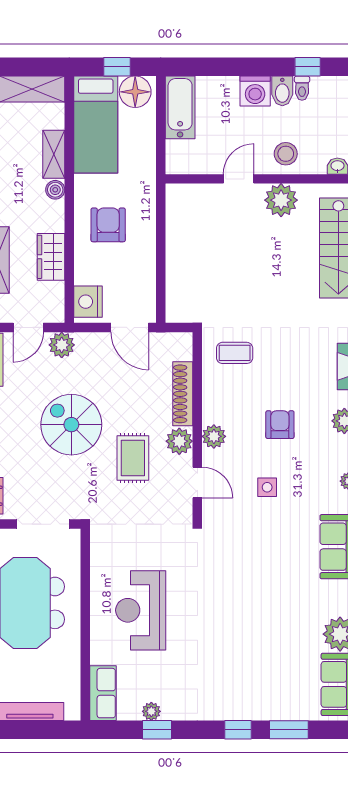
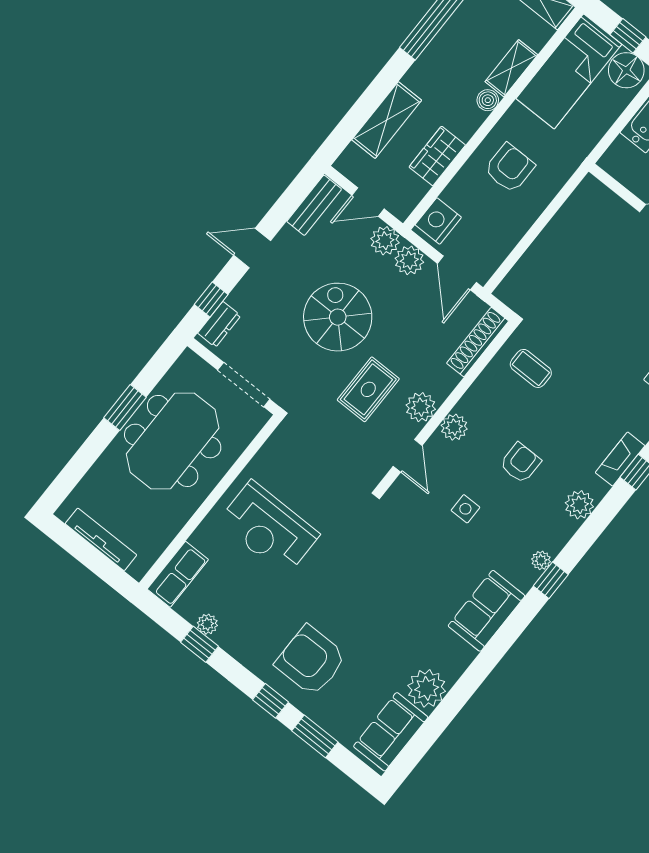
plant: (90, 345) -> (409, 260), added
shoe rack: (183, 394) -> (478, 342), moved
reception desk: (141, 610) -> (269, 528), turned -90
armchair: (244, 679) -> (311, 661), added

